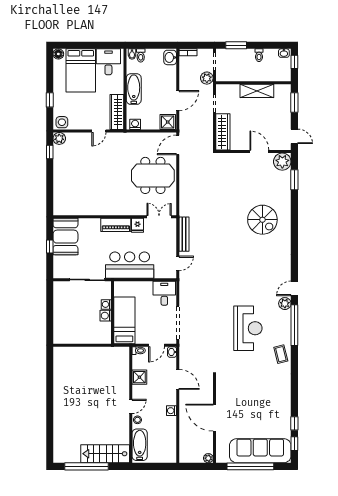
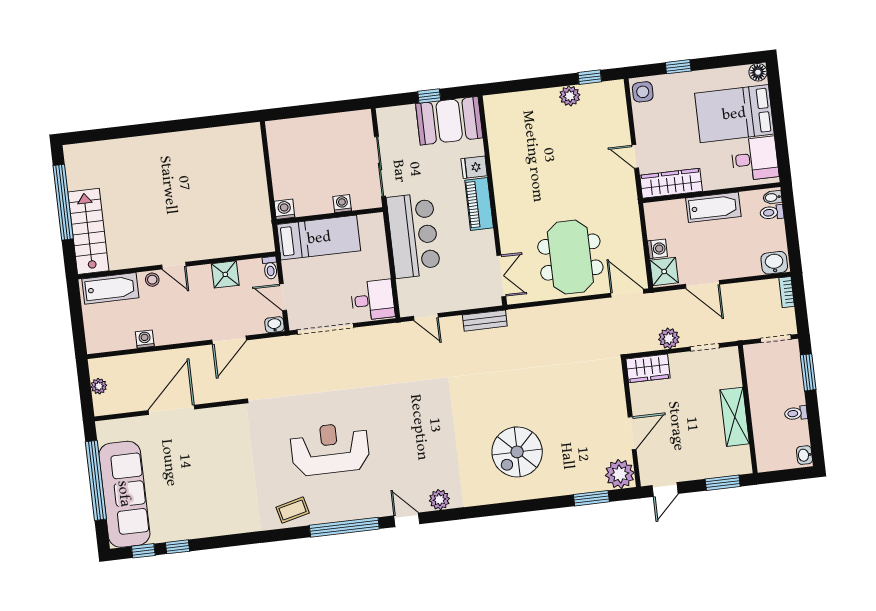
window: (294, 62) -> (791, 475), removed
plant: (207, 78) -> (669, 338), moved
washing machine: (135, 124) -> (657, 249), moved
wardrobe: (223, 132) -> (648, 368), width x0.67
plant: (59, 138) -> (570, 96), moved
fridge: (138, 225) -> (474, 167), moved
bench: (184, 234) -> (485, 321), width x0.73
plant: (285, 304) -> (439, 500), moved
washing machine: (106, 316) -> (284, 209), moved
reception desk: (248, 328) -> (330, 449), turned 180
washing machine: (171, 411) -> (145, 339), moved
plant: (208, 458) -> (99, 386), moved

